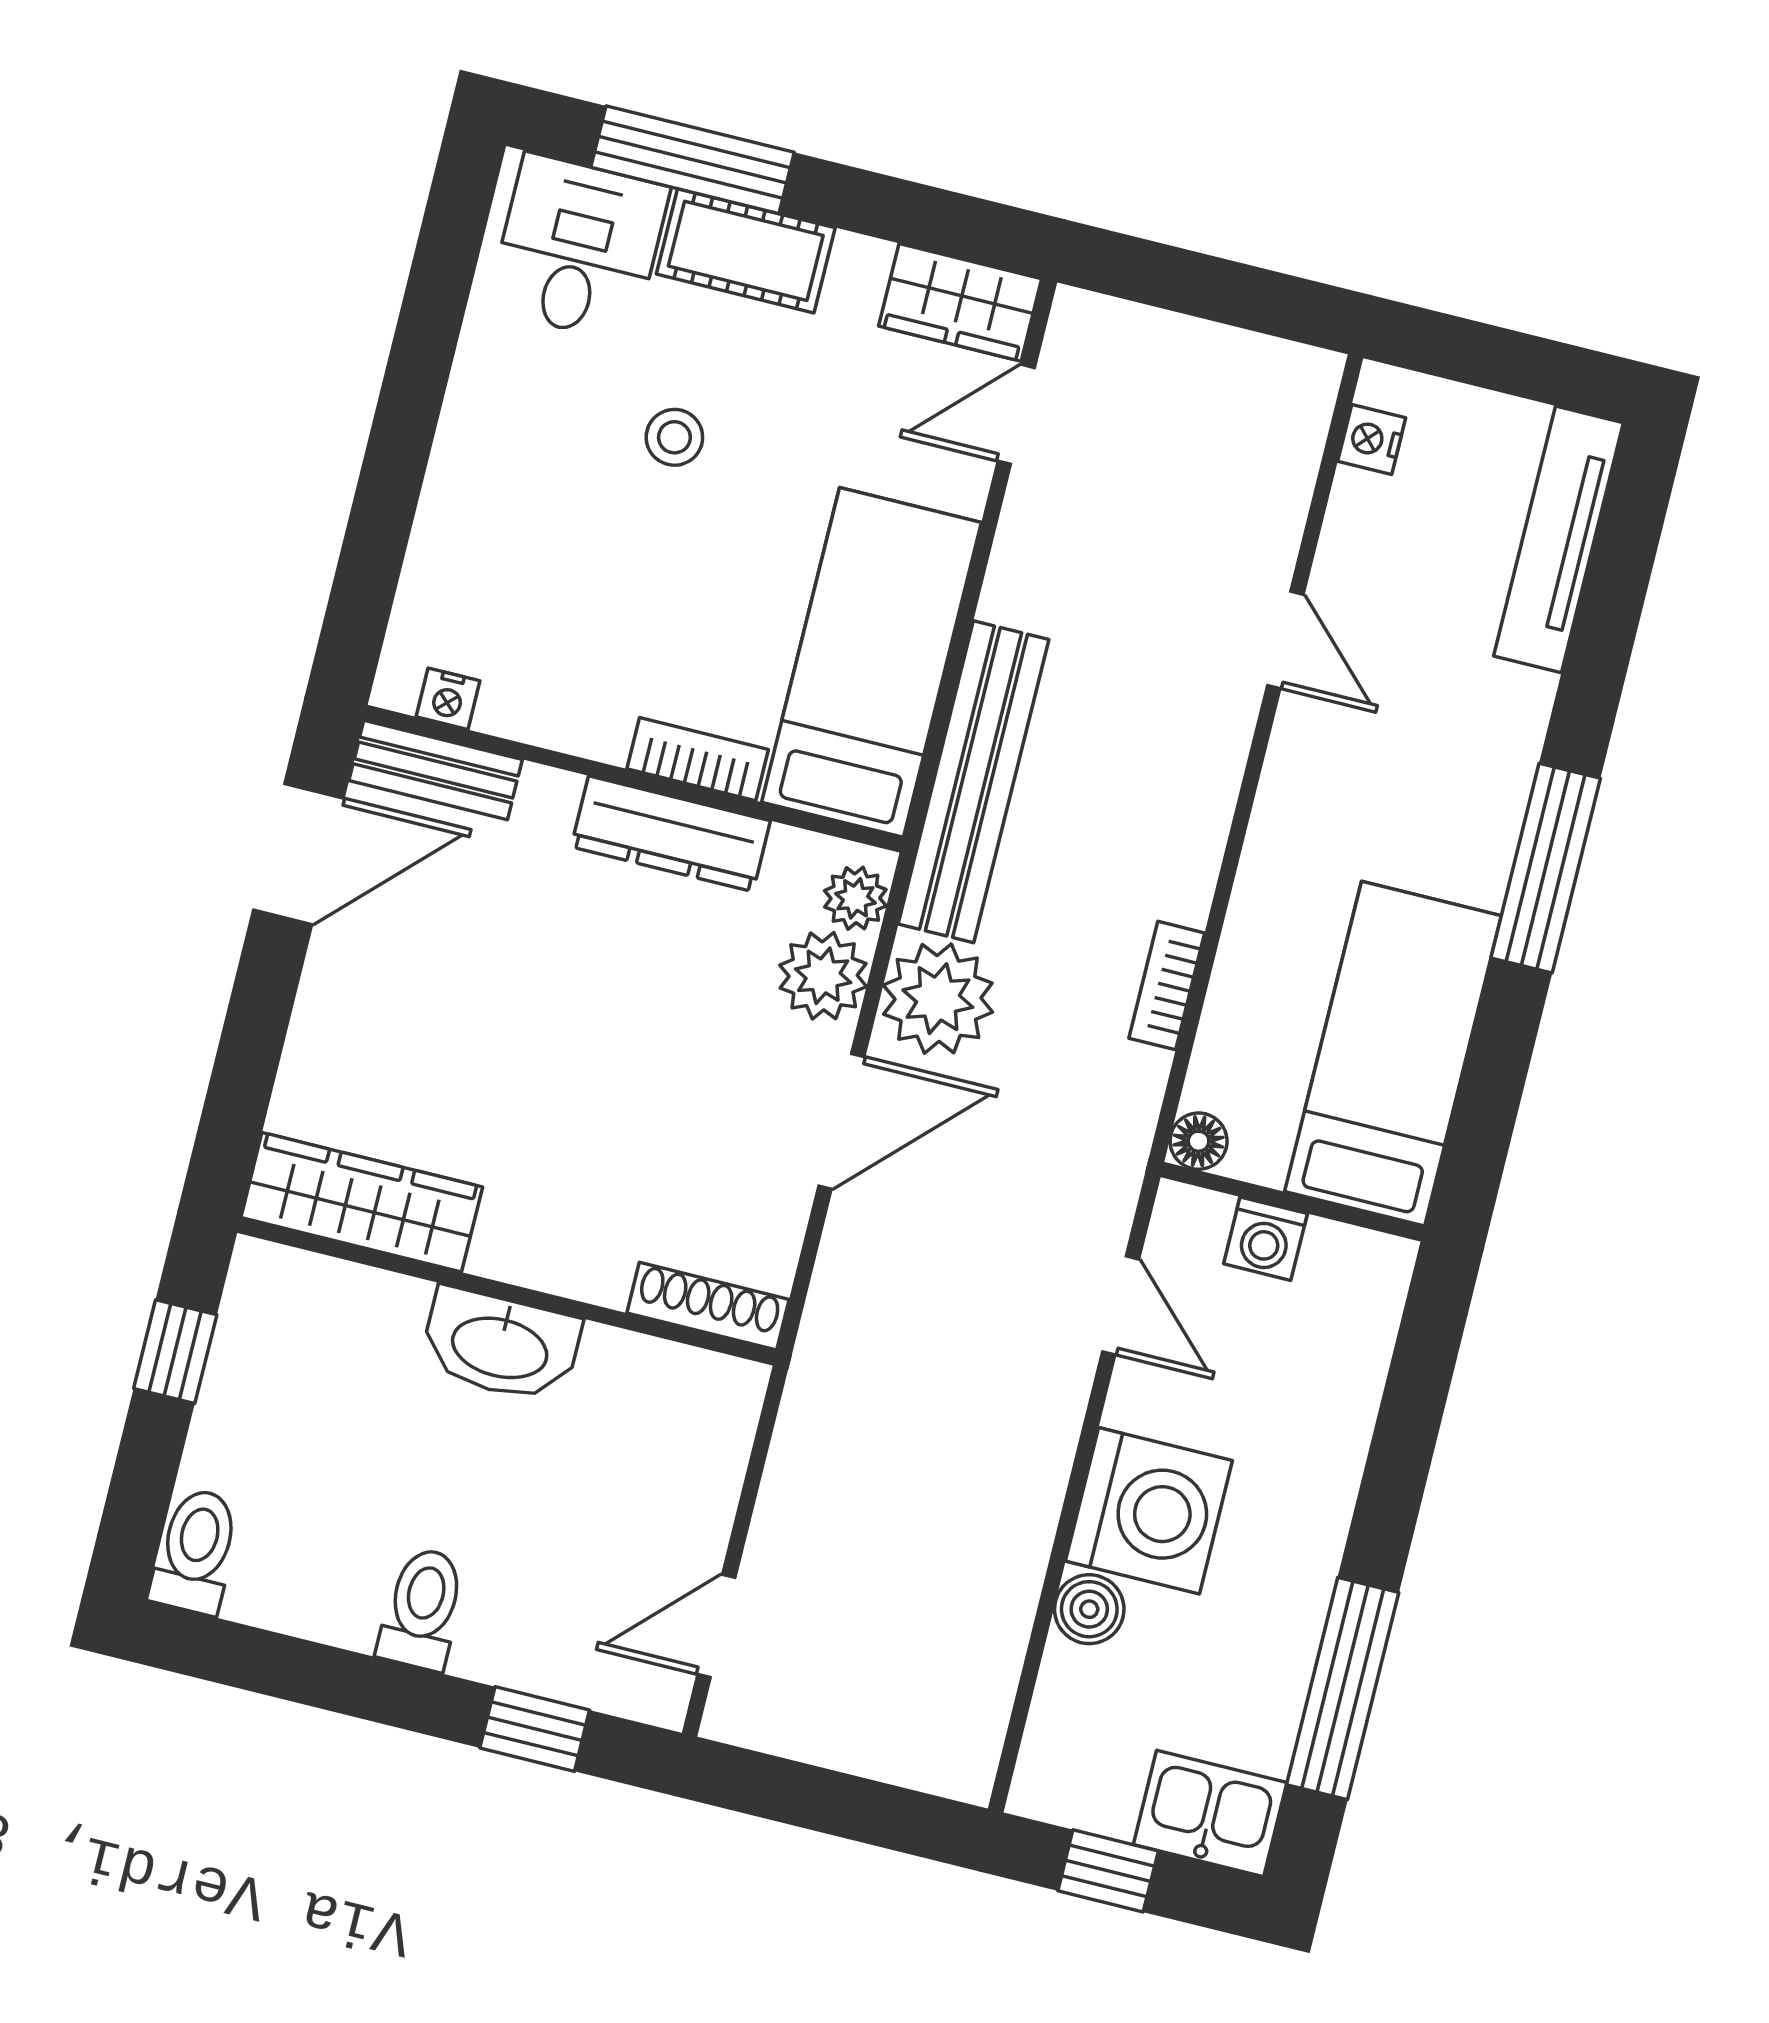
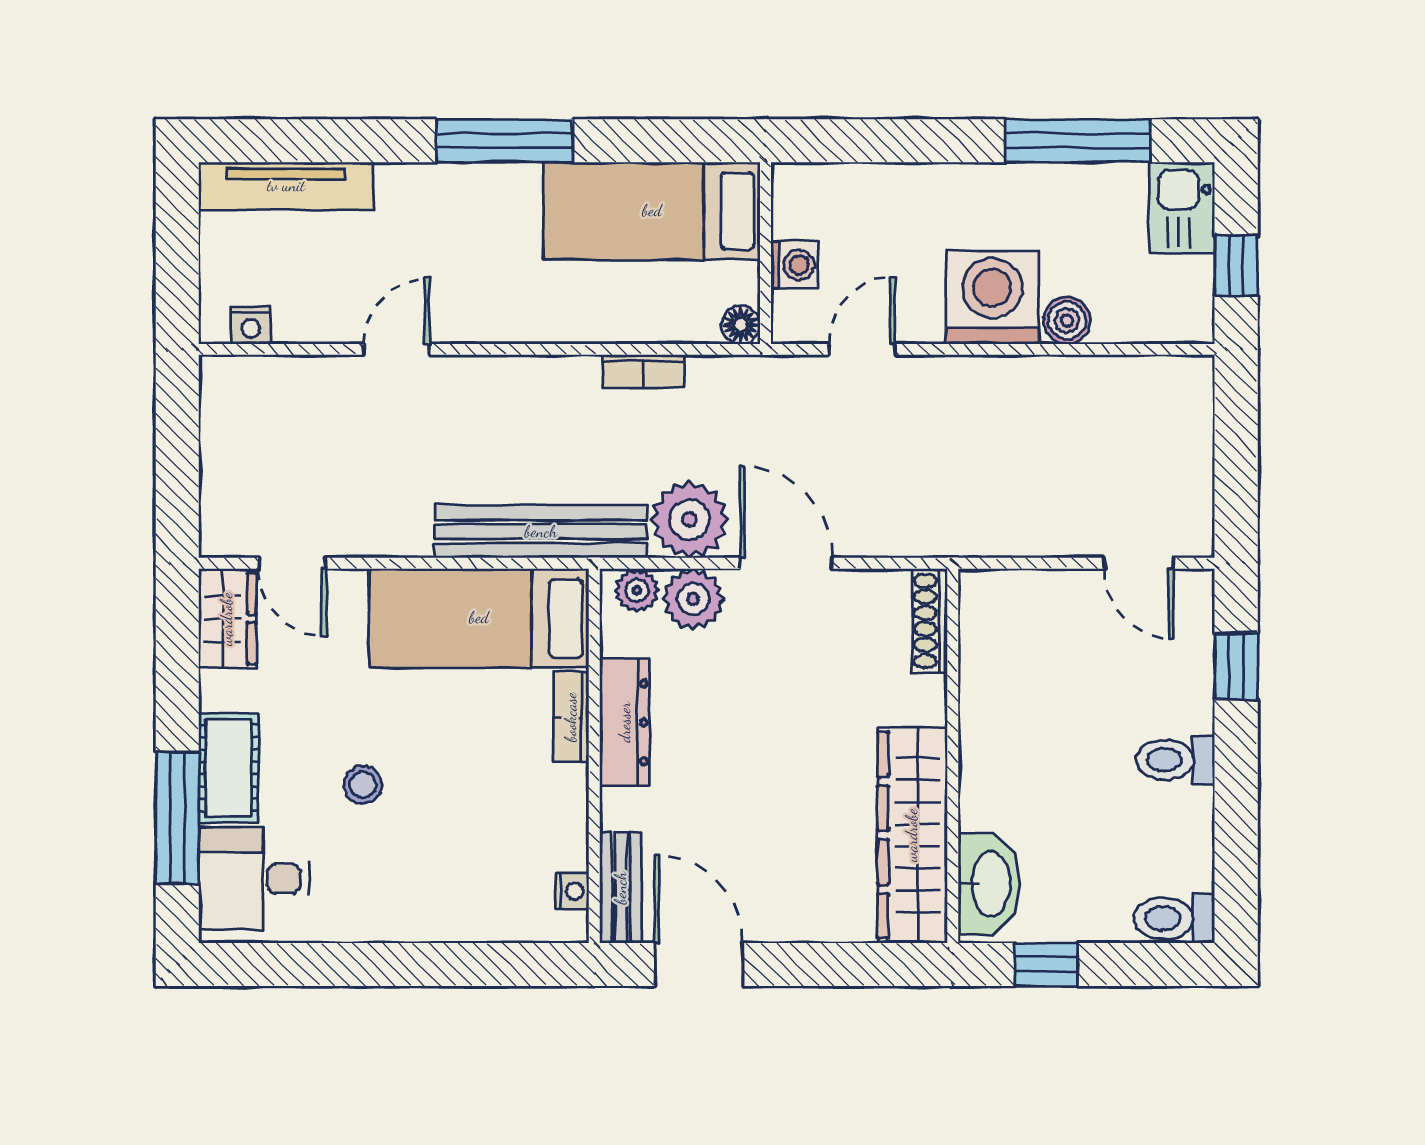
wardrobe: (362, 1202) -> (912, 835), width x1.40, depth x1.17
washbasin: (500, 1345) -> (989, 884), moved

